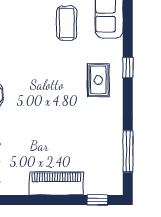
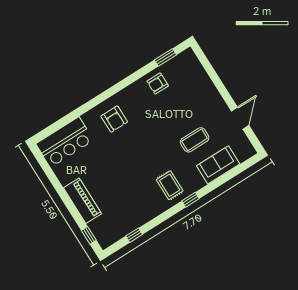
rug: (98, 80) -> (170, 185), turned 90
window: (128, 151) -> (134, 235), width x0.46

